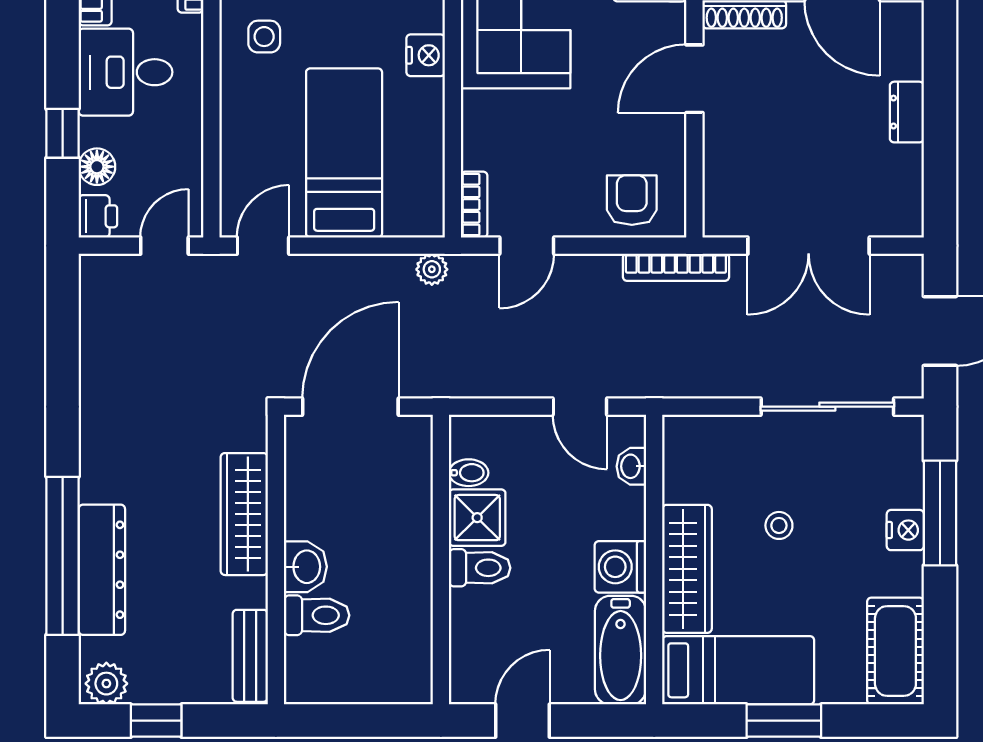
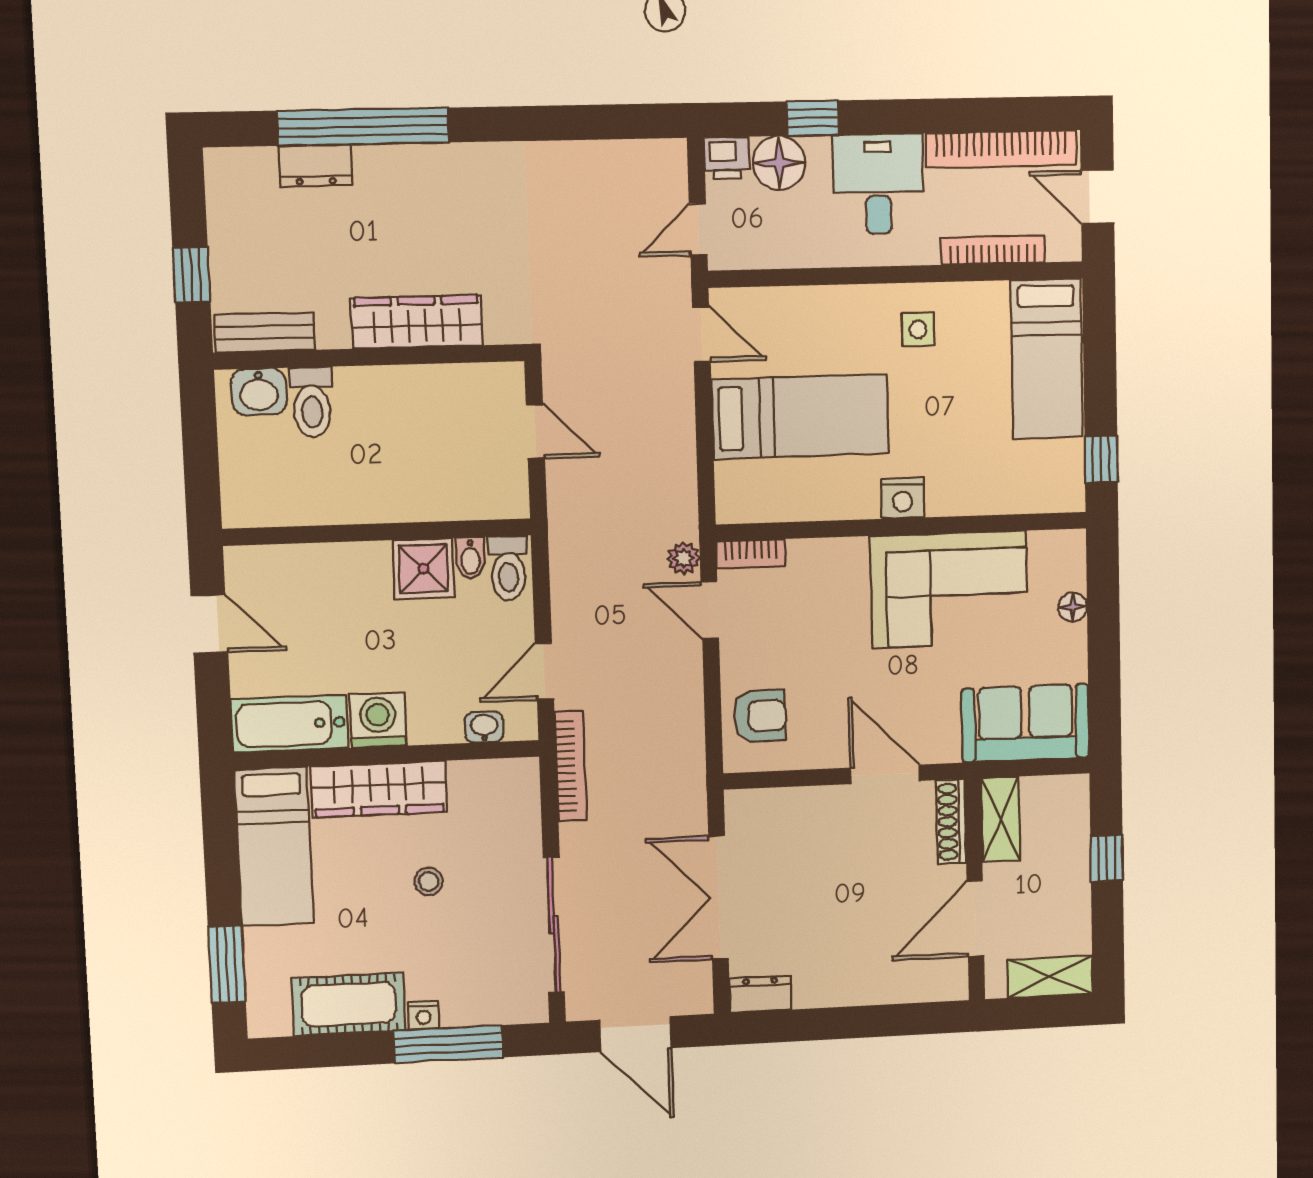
dresser: (907, 112) -> (760, 994), moved
floor lamp: (97, 167) -> (779, 163), width x1.38, depth x1.38
door: (164, 246) -> (698, 229), swing flipped
bookcase: (676, 267) -> (570, 766), moved, turned 180
plant: (432, 269) -> (684, 558), moved
door: (350, 407) -> (535, 431), width x0.53
nightstand: (905, 530) -> (423, 1015), width x0.72, depth x0.74
washbasin: (305, 567) -> (259, 392), moved
toilet: (480, 568) -> (508, 568), moved
dresser: (102, 570) -> (316, 165), width x0.51, depth x0.80
cot: (895, 651) -> (349, 1004), moved
plant: (106, 684) -> (227, 177), removed
window: (156, 721) -> (191, 275), moved
window: (784, 721) -> (227, 964), moved

